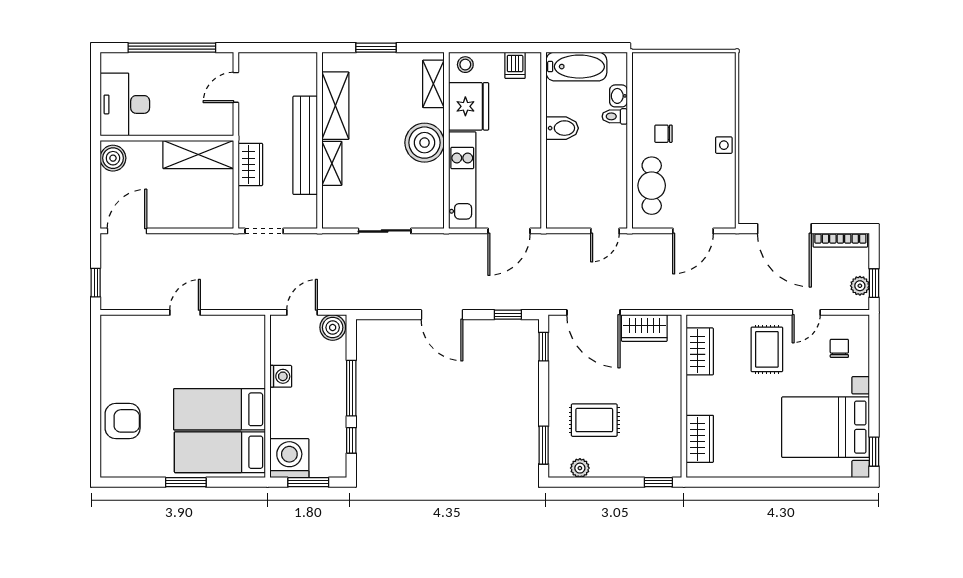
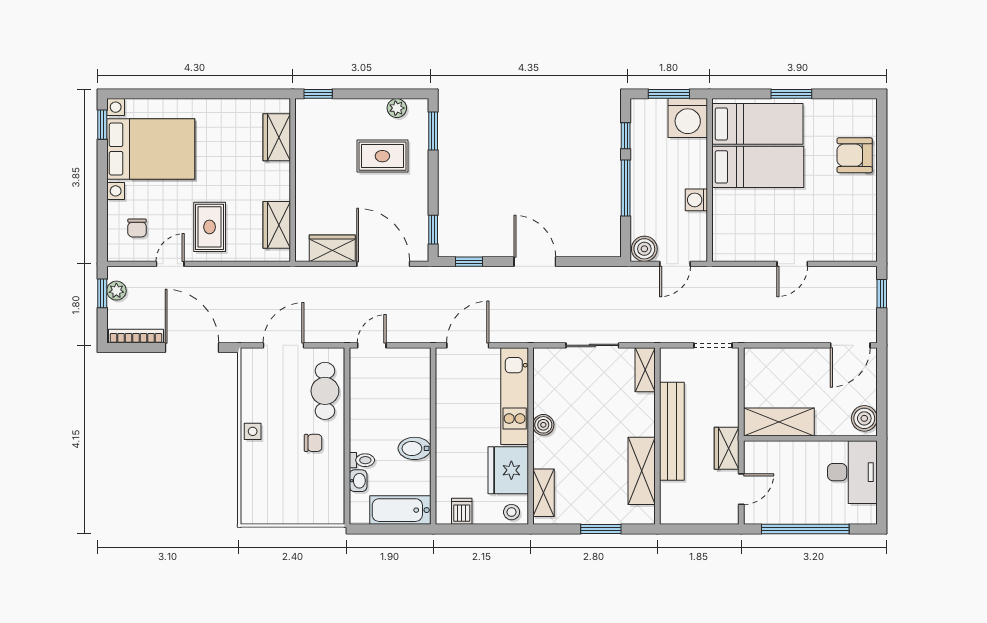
boiler: (425, 143) -> (543, 425), width x0.54, depth x0.54
shelving: (332, 163) -> (645, 370), moved
wardrobe: (250, 164) -> (727, 448), moved

